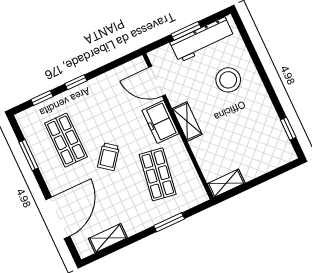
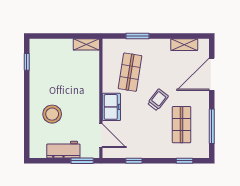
window: (186, 31) -> (82, 161), moved
workbench: (202, 40) -> (63, 150), width x0.73
window: (76, 82) -> (134, 161), moved
shelving: (187, 122) -> (93, 99), removed
window: (29, 155) -> (212, 126), width x1.44

